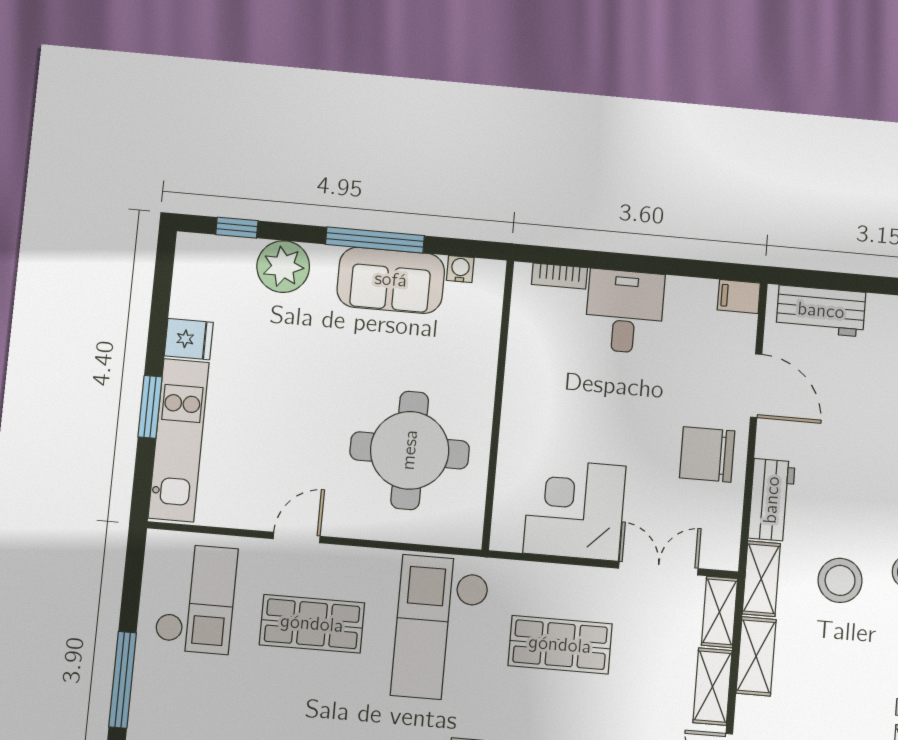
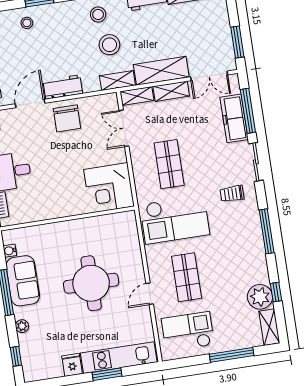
plant: (283, 267) -> (22, 326), width x0.53, depth x0.53
round table: (410, 450) -> (91, 283), moved
workbench: (772, 500) -> (63, 87), moved
corner desk: (575, 510) -> (109, 188), moved
door: (297, 538) -> (150, 294), hinge flipped
shelving: (756, 656) -> (161, 71), width x1.50, depth x1.33

